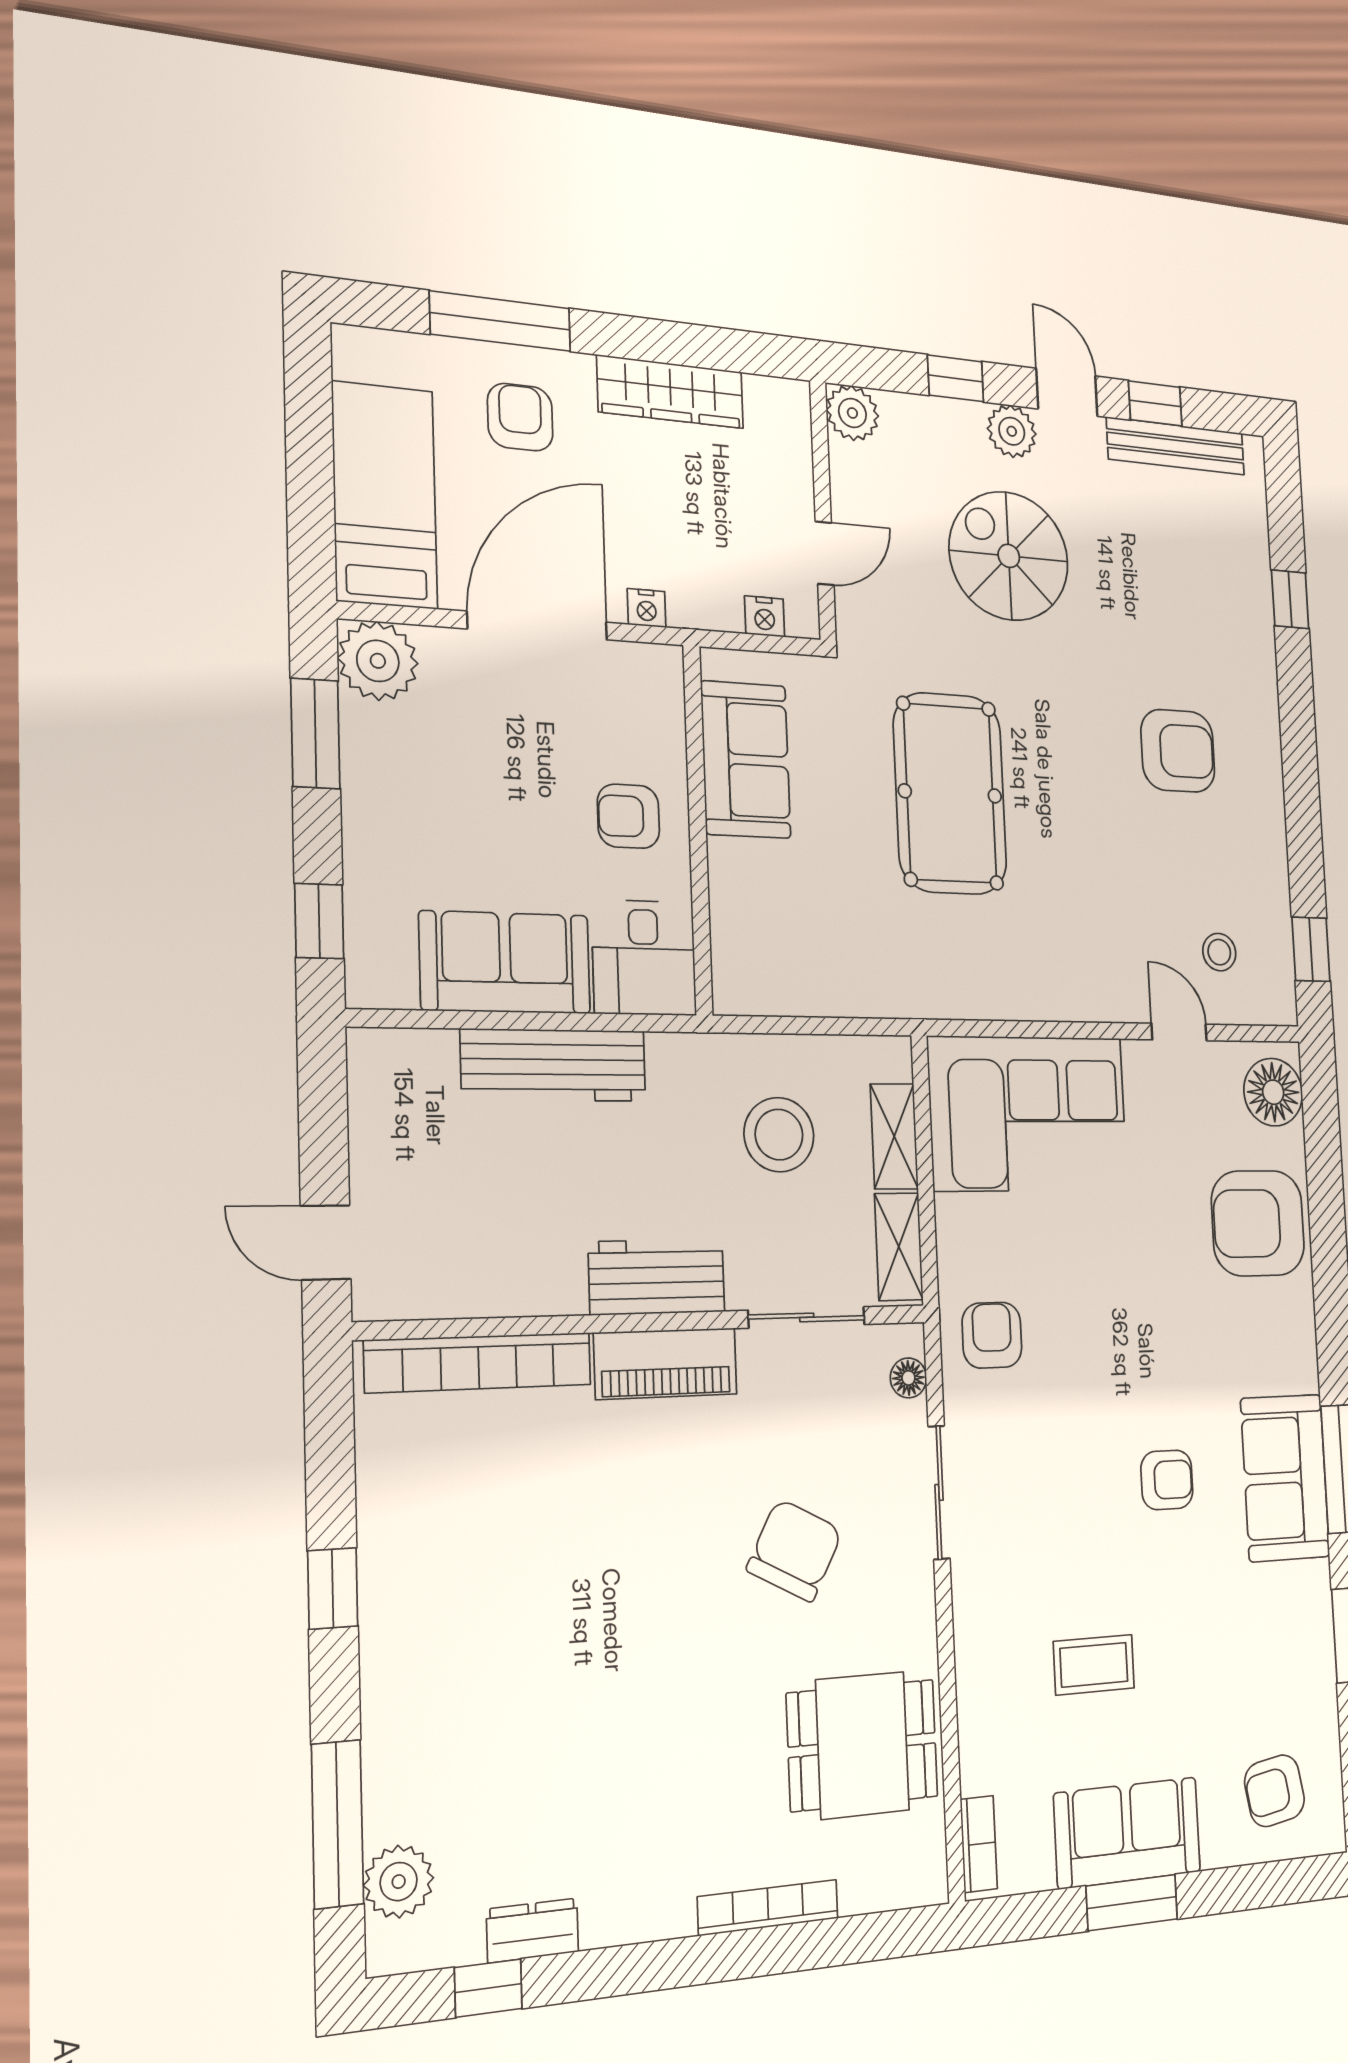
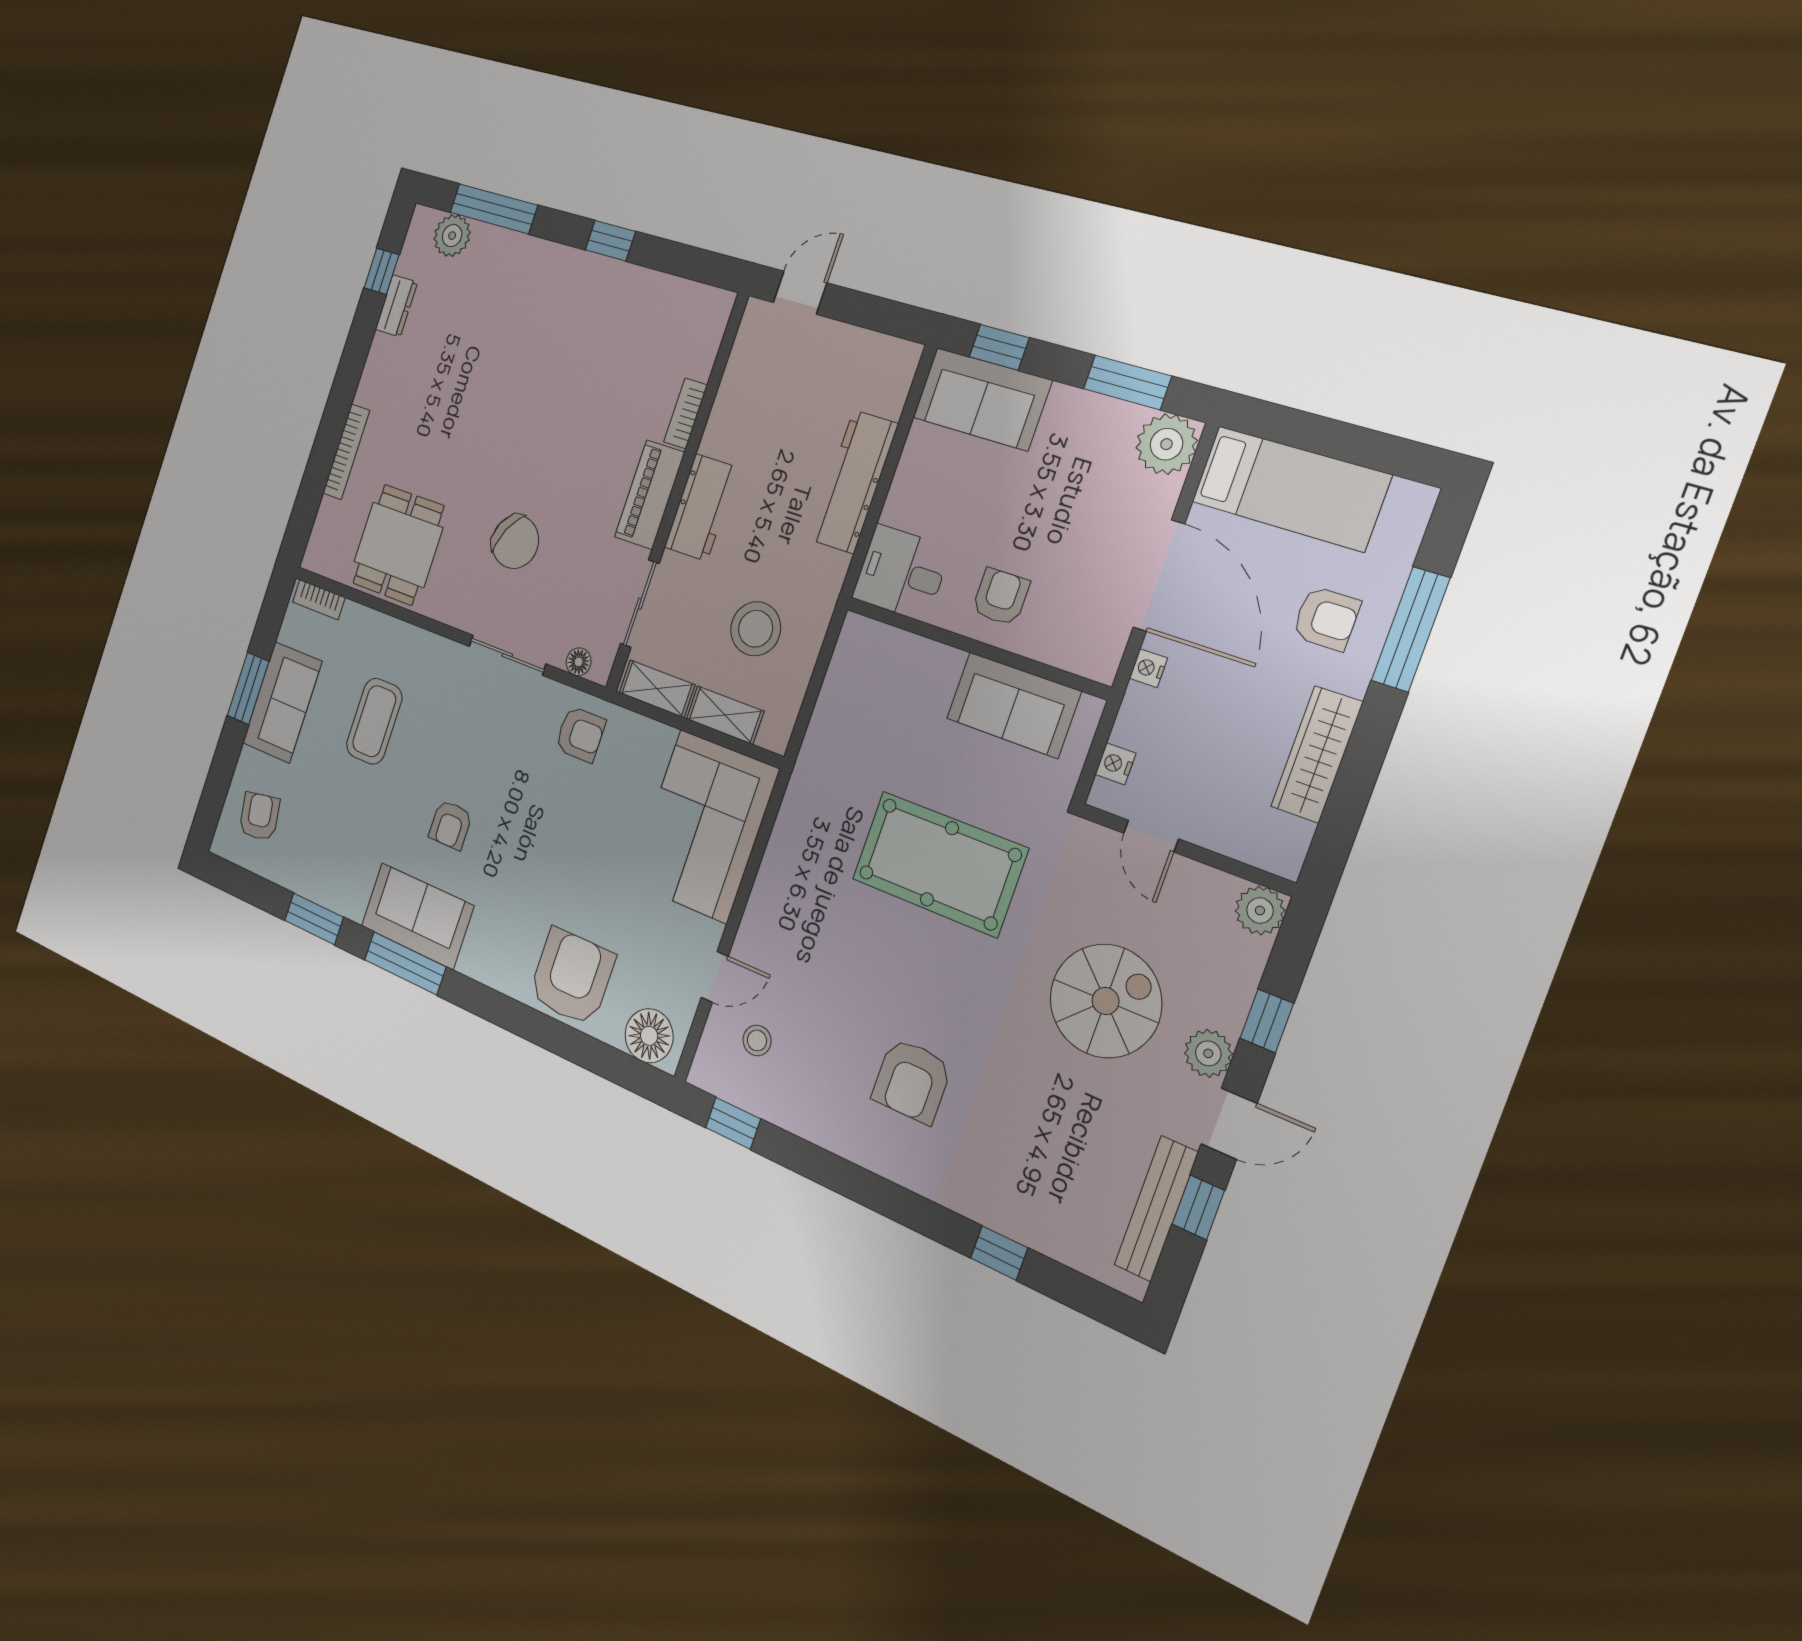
sofa: (505, 962) -> (982, 399), moved, turned 90
bookcase: (479, 1362) -> (686, 413), width x0.43, depth x0.76
coffee table: (1094, 1665) -> (374, 721), width x1.36, depth x1.30

